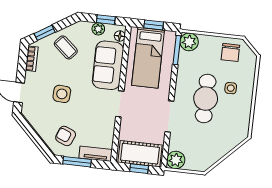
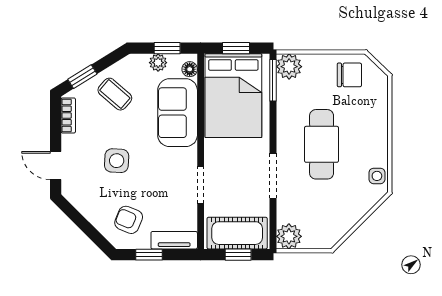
chair: (230, 52) -> (349, 75), turned -90
bed: (148, 58) -> (233, 96), width x1.50
side table: (231, 88) -> (377, 176), moved
doorway: (120, 104) -> (201, 185), moved
window: (77, 162) -> (149, 255), width x0.67

